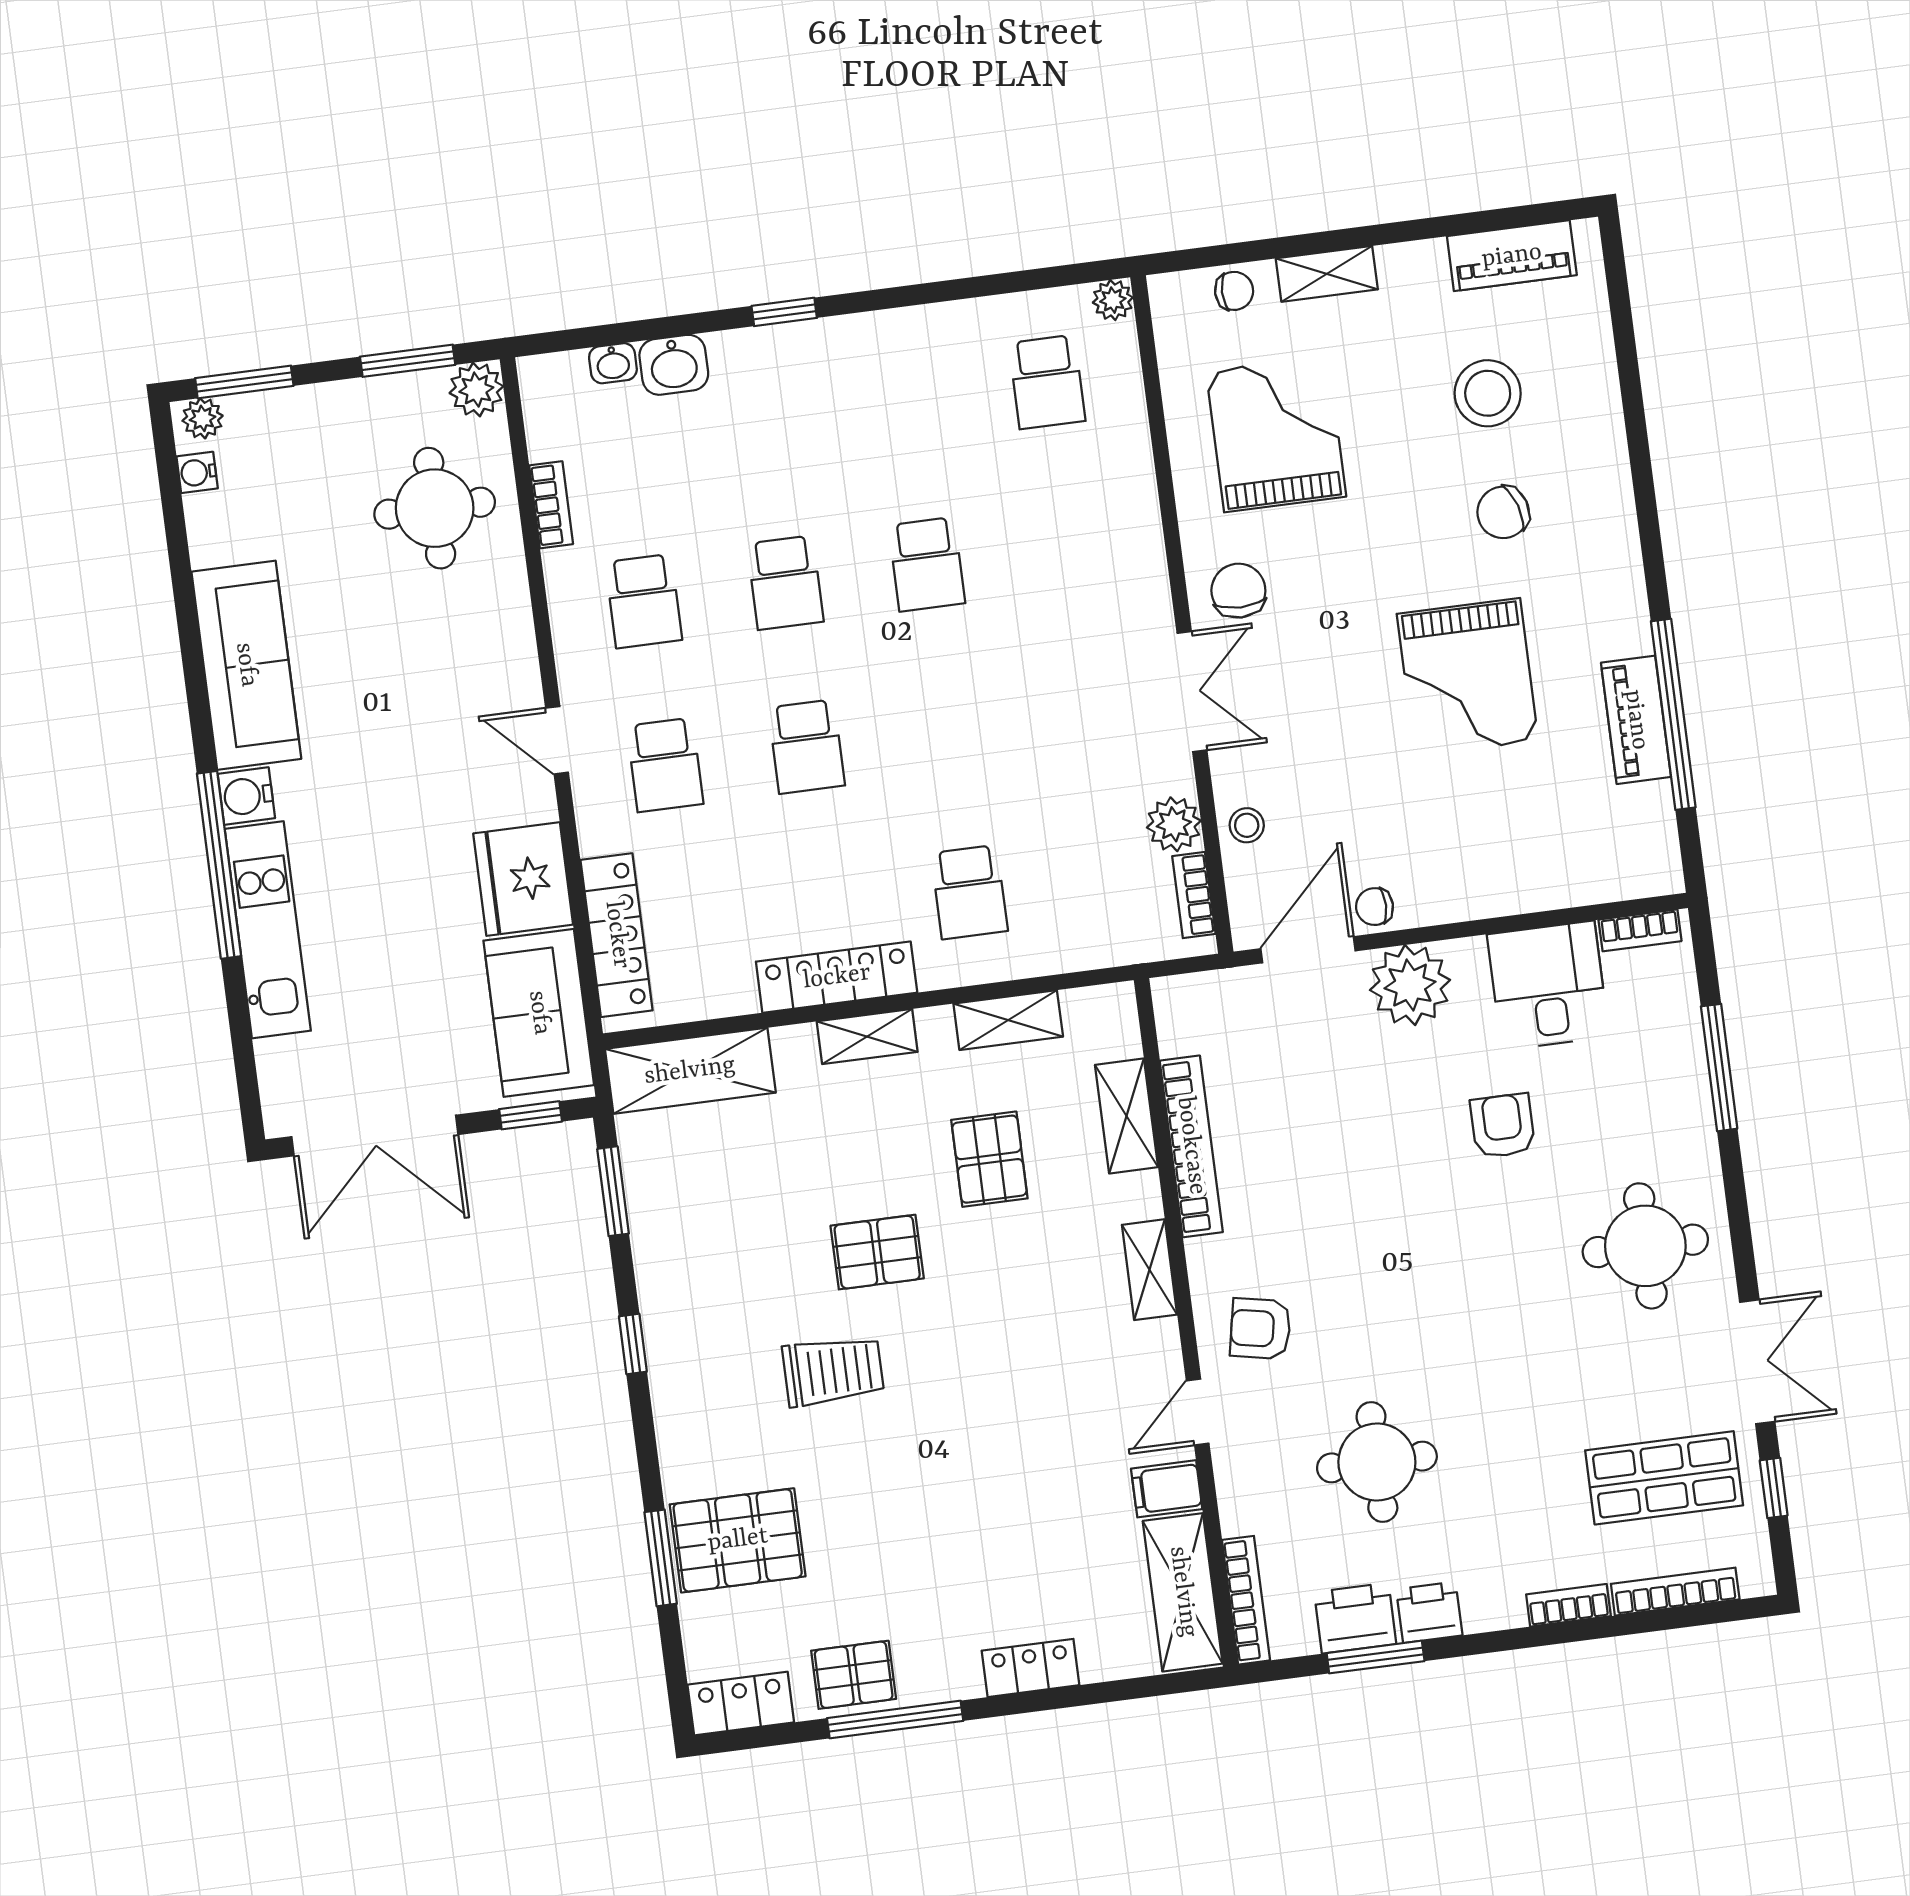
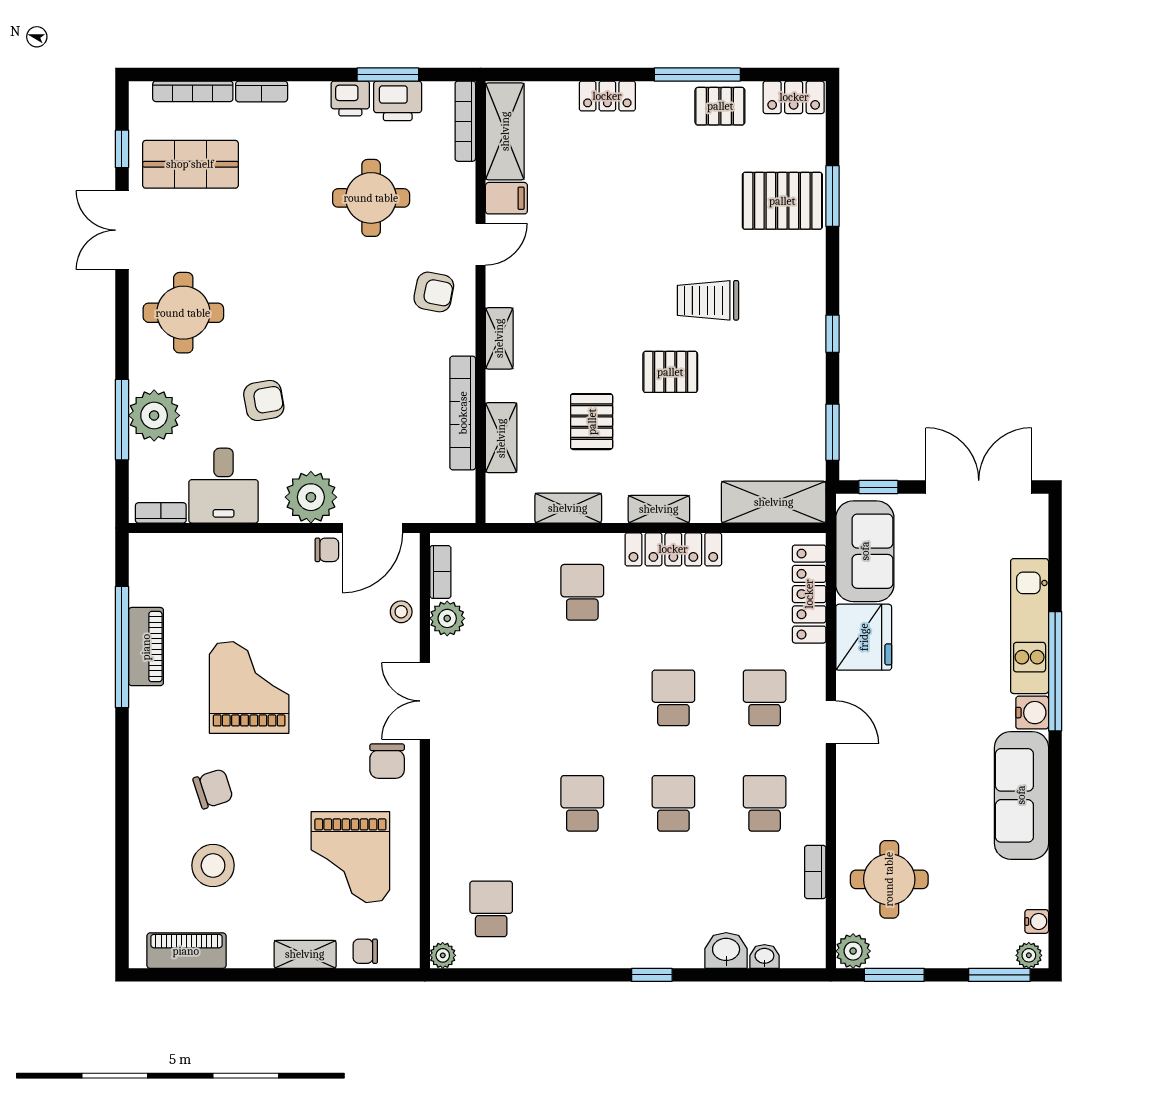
plant: (1670, 1080) -> (154, 415), added
armchair: (1503, 1126) -> (264, 400), turned -100

